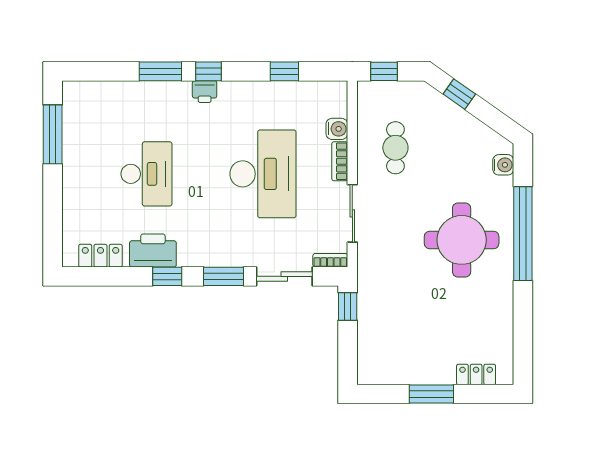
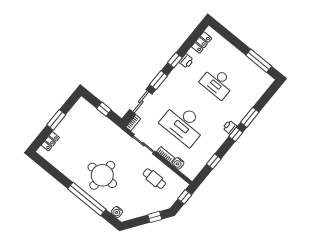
printer: (153, 251) -> (186, 61), width x0.53, depth x0.68
window: (348, 307) -> (104, 109), moved

